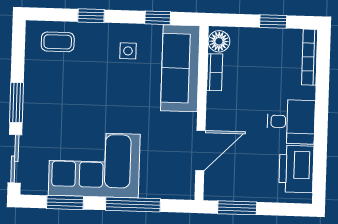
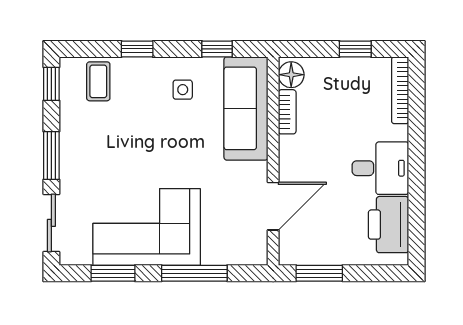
coffee table: (58, 42) -> (98, 81), turned 90
window: (18, 43) -> (51, 84), added

